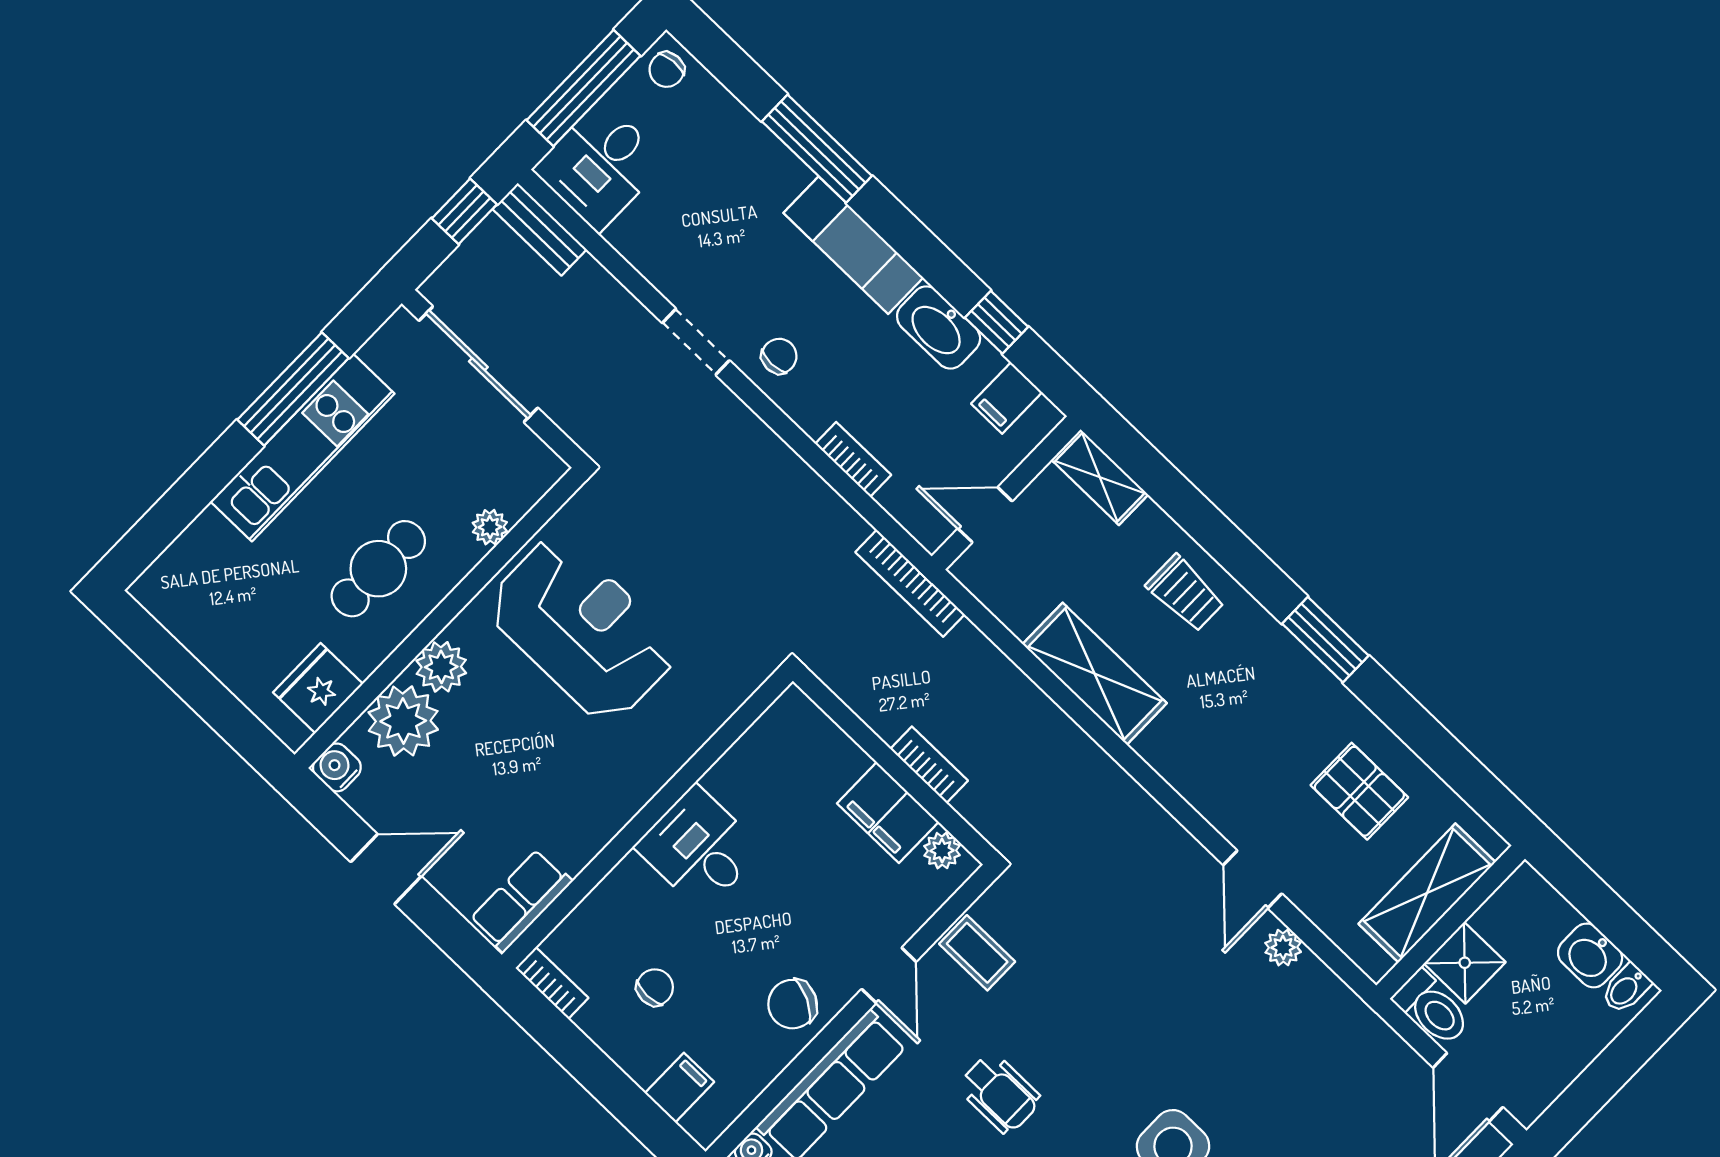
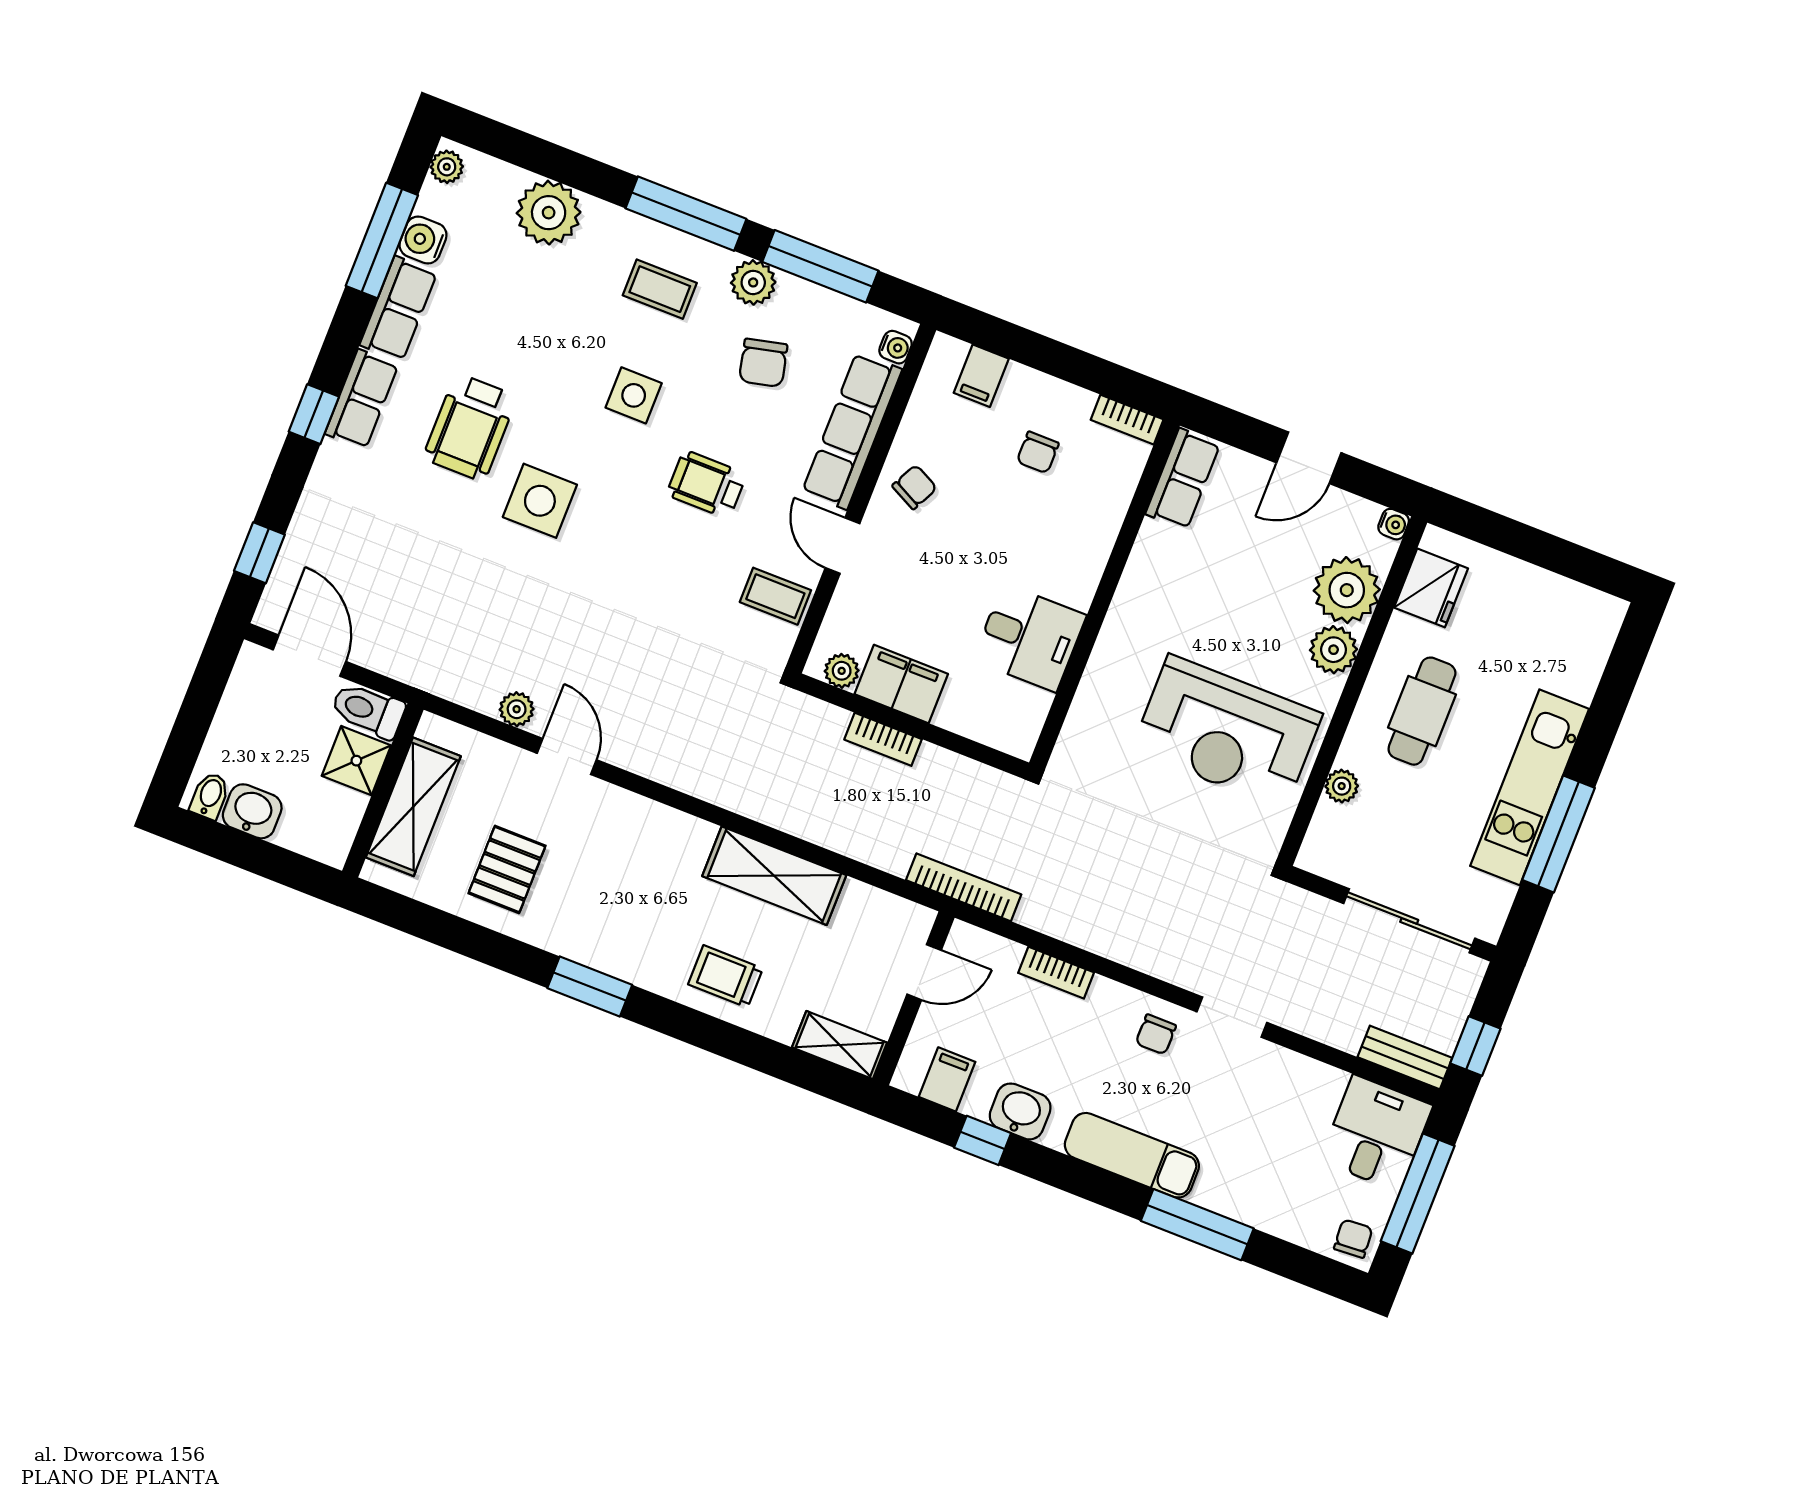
washbasin: (939, 327) -> (1020, 1111), width x0.72
water cooler: (337, 767) -> (1394, 524), width x0.72, depth x0.72
pallet: (1359, 791) -> (507, 869), turned 90
desk: (699, 848) -> (1030, 638), moved
chair: (793, 1004) -> (915, 487), width x0.73, depth x0.73

